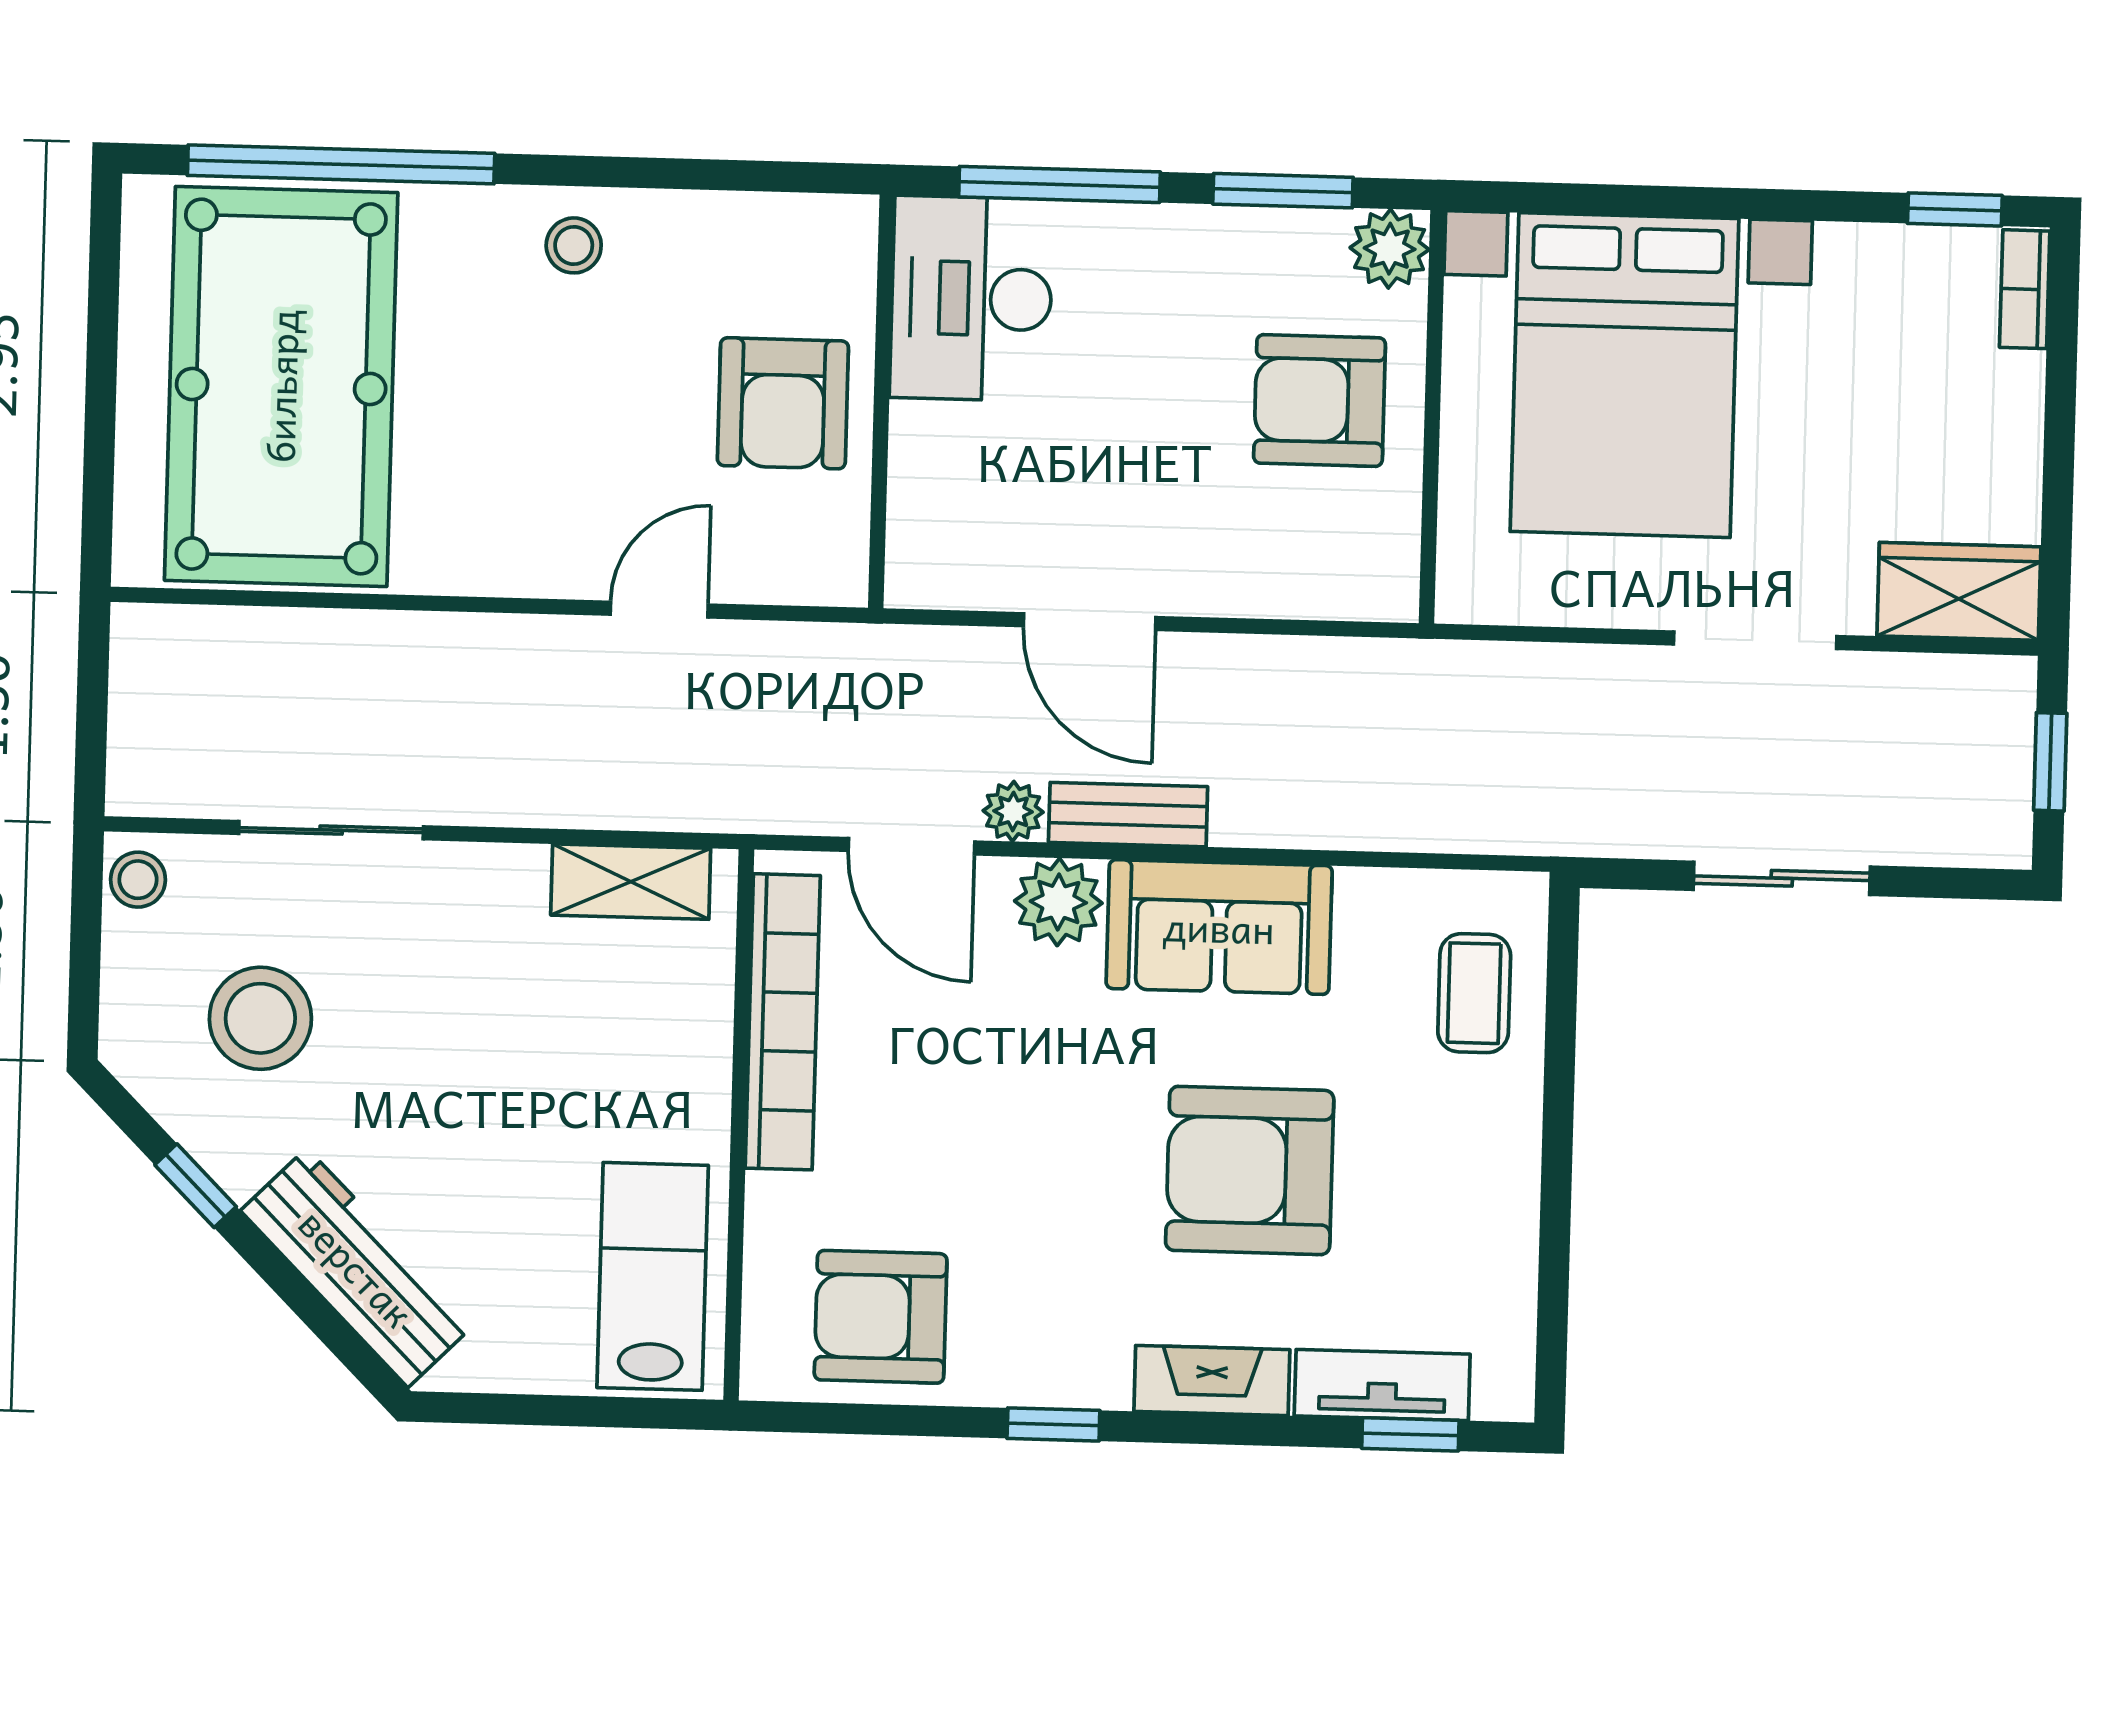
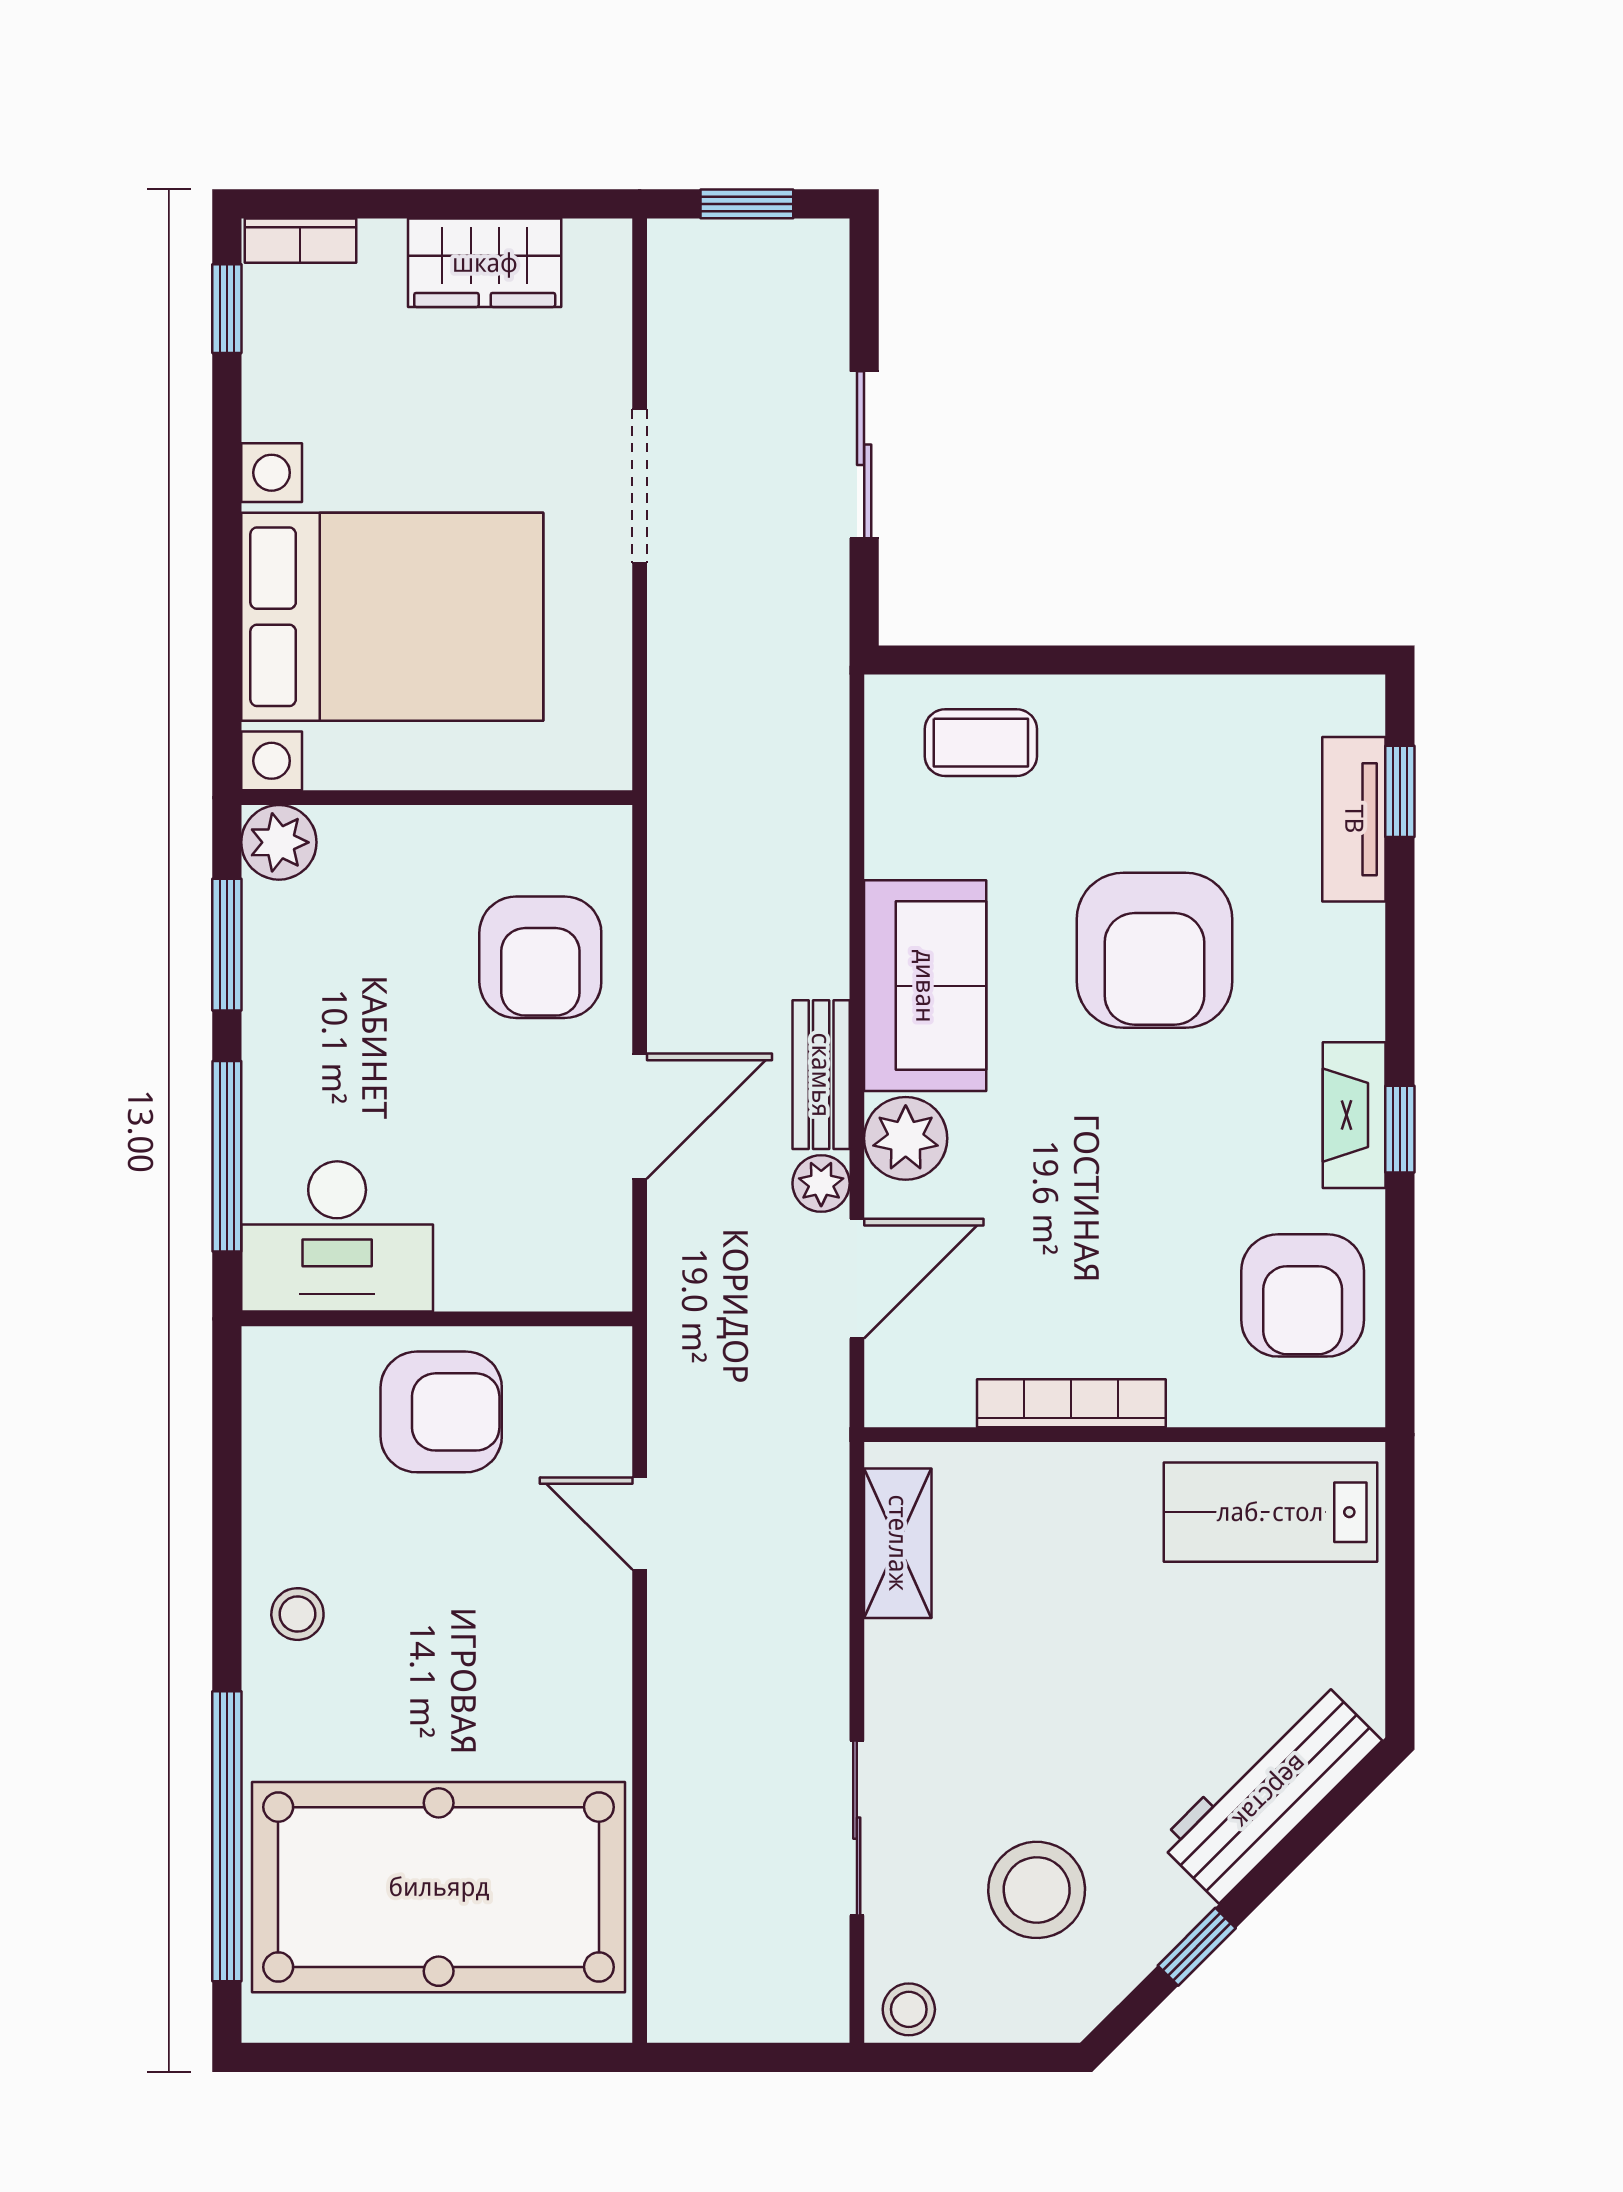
armchair: (1320, 400) -> (540, 957), moved
wardrobe: (1959, 591) -> (485, 263), moved, turned -90
bookcase: (783, 1022) -> (1071, 1403), width x0.68, depth x0.76
fireplace: (1212, 1381) -> (1354, 1115), moved

